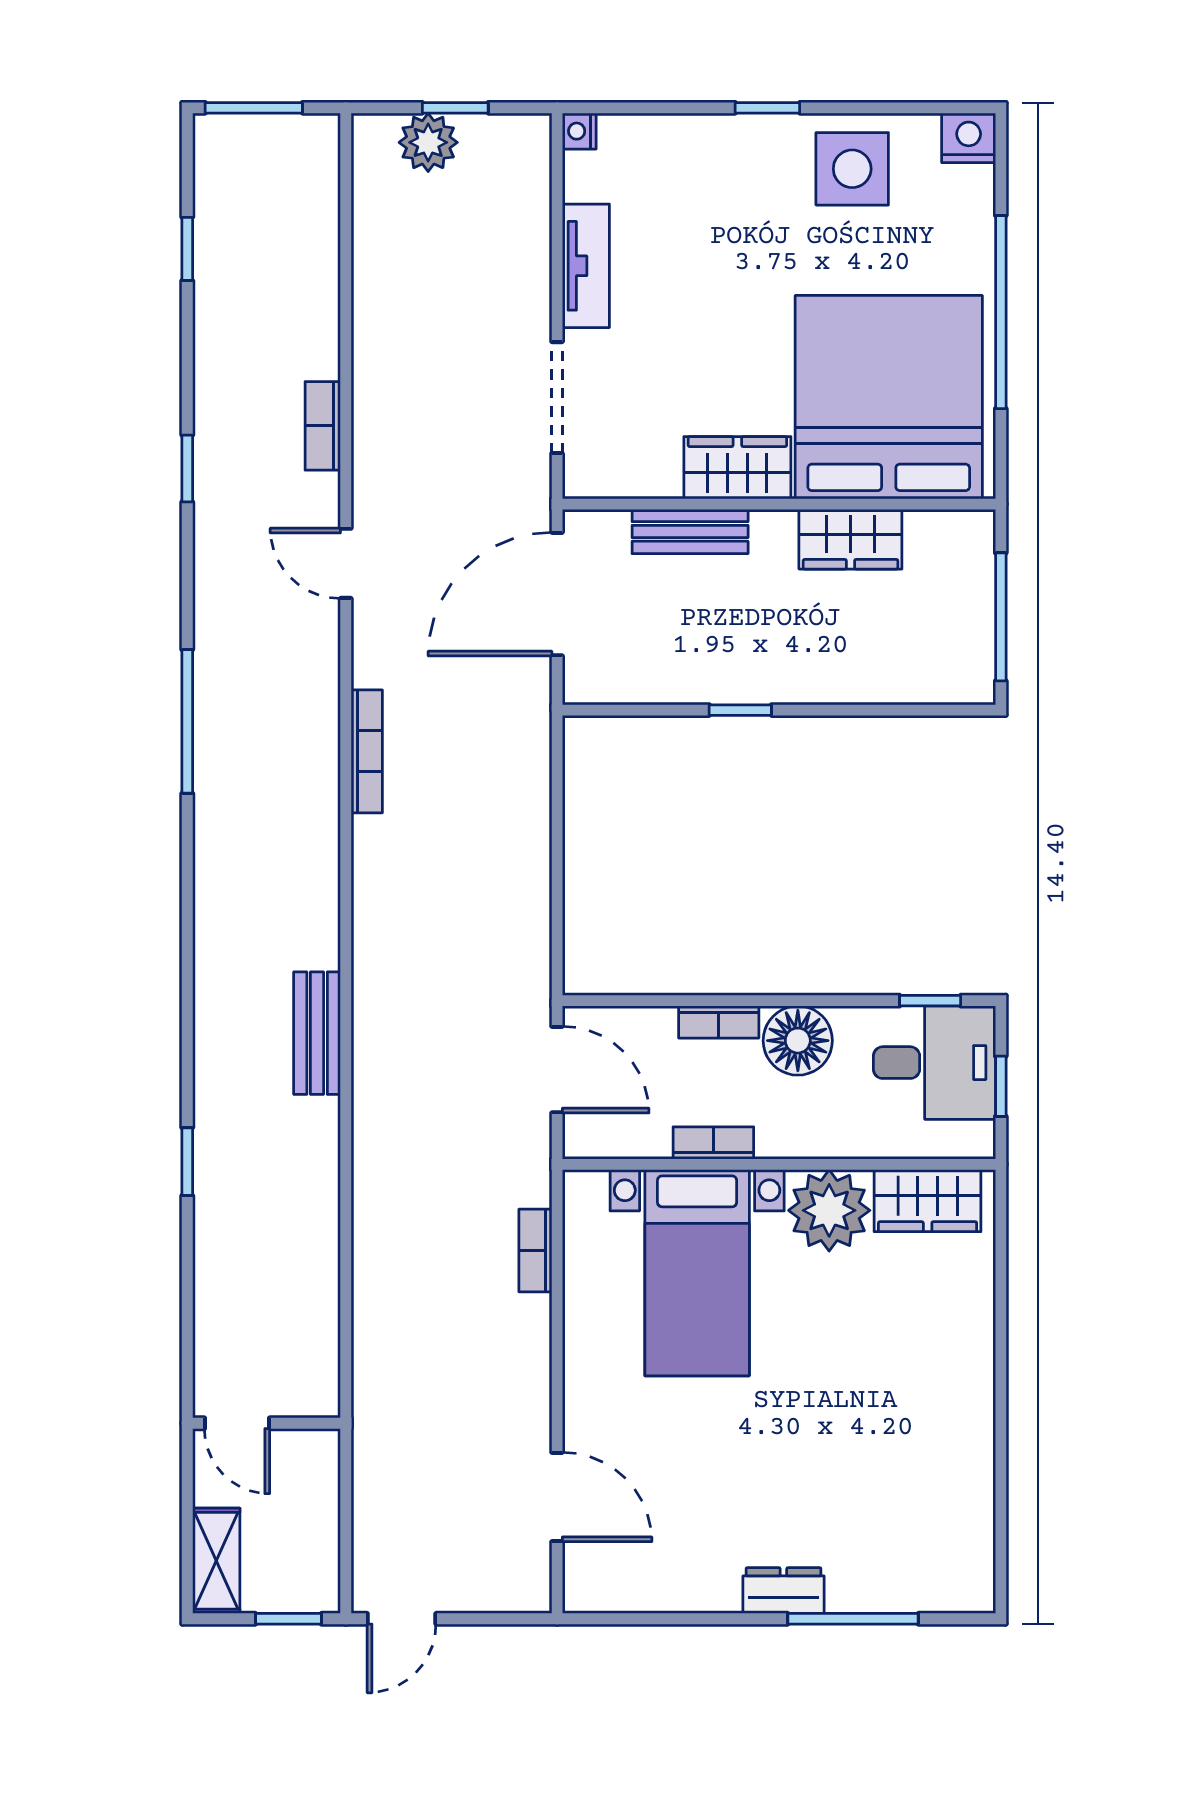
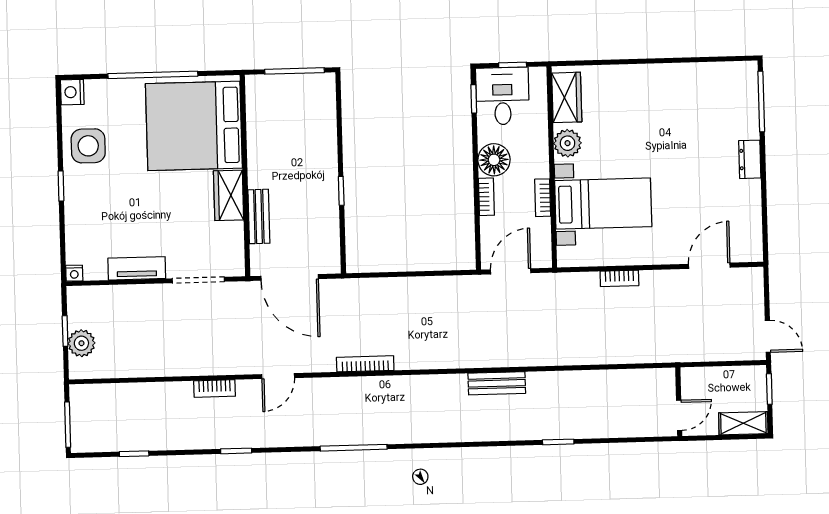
wardrobe: (850, 539) -> (260, 142), removed
plant: (829, 1210) -> (567, 143), width x0.73, depth x0.73
bookcase: (535, 1251) -> (619, 278), moved
window: (853, 1619) -> (761, 101), moved

